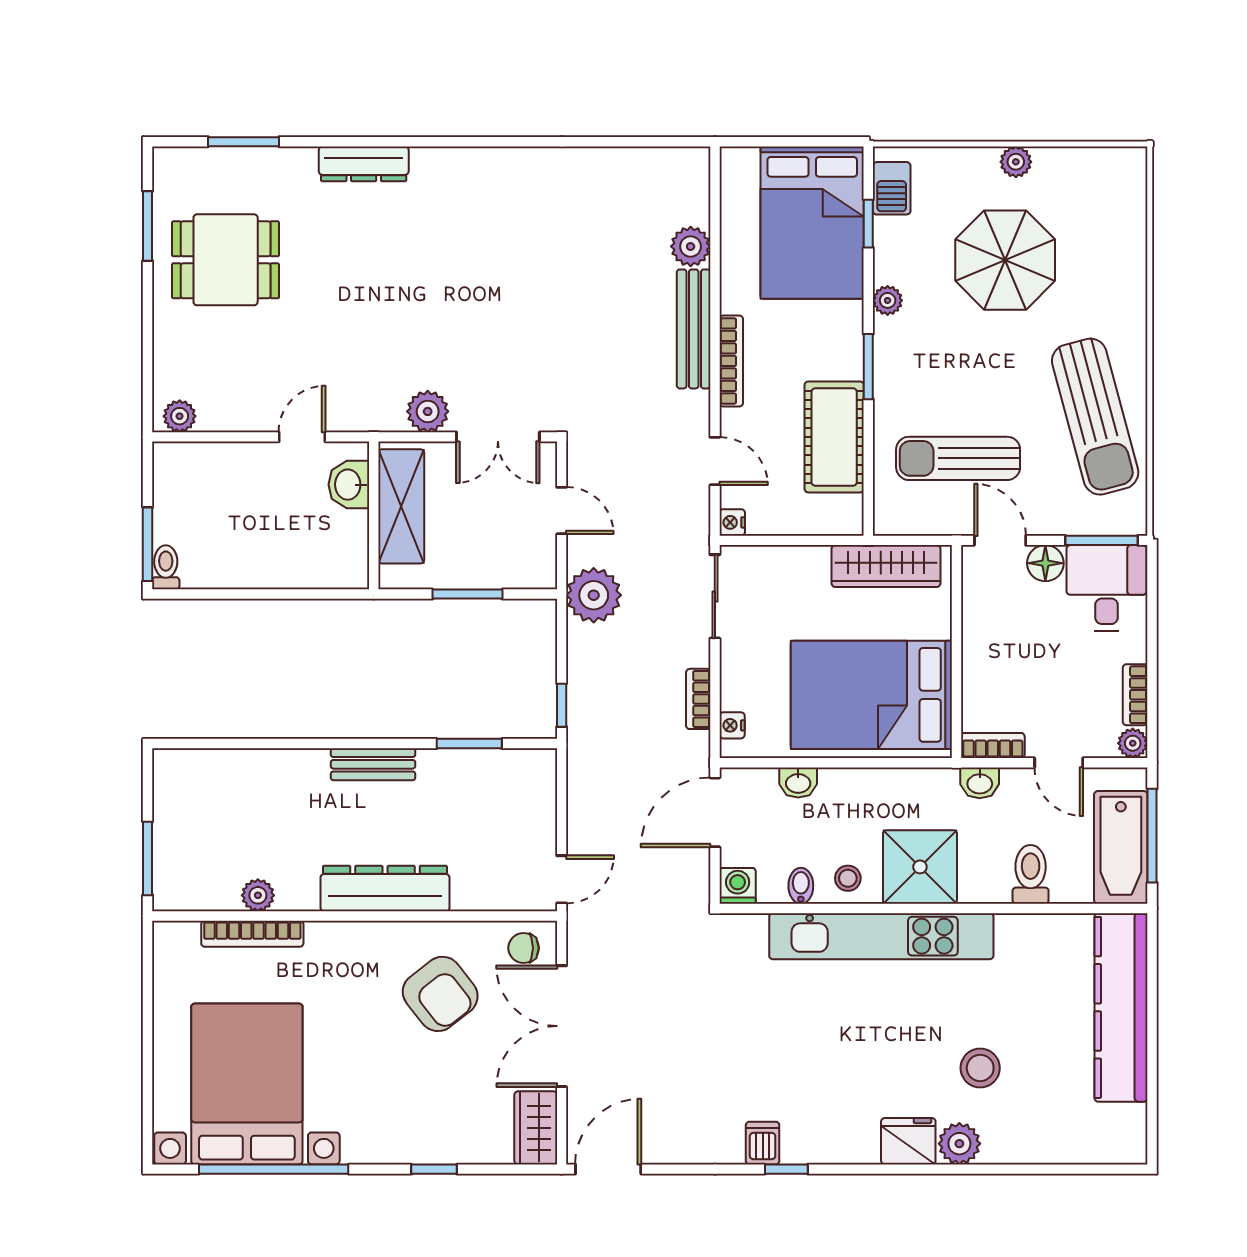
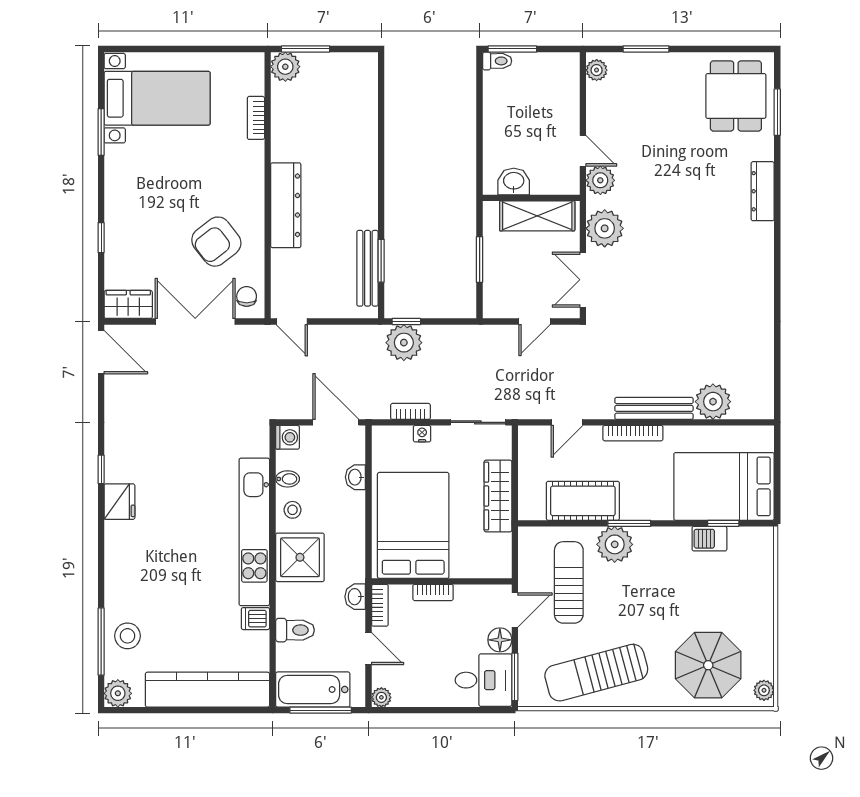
plant: (1016, 162) -> (764, 690), moved
barbecue: (892, 188) -> (709, 539), moved
window: (148, 226) -> (646, 49), moved
plant: (691, 246) -> (713, 402), width x1.36, depth x1.36
dining table: (226, 260) -> (736, 96), moved
parasol: (1005, 260) -> (708, 665), moved
plant: (888, 300) -> (615, 544), moved, width x1.88, depth x1.88
plant: (347, 411) -> (600, 180), added
plant: (428, 411) -> (605, 228), width x1.36, depth x1.36
washbasin: (349, 485) -> (514, 182), moved
nightstand: (732, 522) -> (527, 434), removed
wardrobe: (886, 566) -> (498, 496), moved
plant: (594, 595) -> (404, 343), moved
bookcase: (1135, 695) -> (433, 592), moved, turned 180
nightstand: (732, 725) -> (422, 434), moved
door: (1059, 763) -> (368, 649), swing flipped
bench: (373, 764) -> (367, 268), moved, width x1.36
plant: (258, 895) -> (285, 67), moved, width x1.38, depth x1.38
bookcase: (252, 934) -> (256, 118), width x0.64
stool: (980, 1068) -> (127, 636), moved
bed with nightstands: (247, 1084) -> (157, 98), width x0.73
fridge: (908, 1141) -> (119, 502), moved
dishwasher: (763, 1143) -> (255, 619), moved, turned 180
plant: (959, 1144) -> (118, 693), moved
window: (274, 1169) -> (101, 132), width x0.47
window: (1048, 1169) -> (101, 642), added

